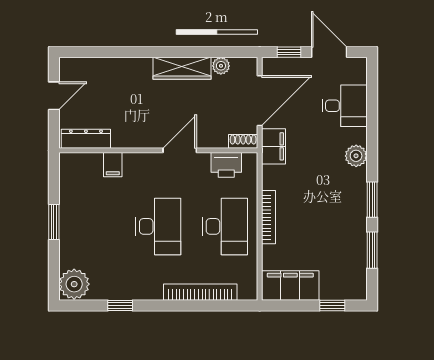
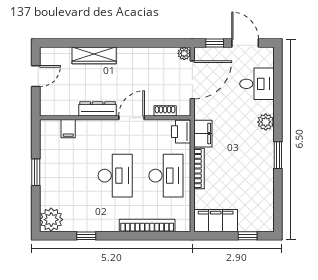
plant: (221, 66) -> (184, 53), moved
wardrobe: (182, 68) -> (94, 55), moved
dresser: (86, 139) -> (98, 109), moved
shoe rack: (243, 141) -> (165, 111), moved
filing cabinet: (273, 146) -> (203, 134), moved
filing cabinet: (113, 165) -> (68, 129), moved
printer: (226, 165) -> (181, 132), moved, turned 90
window: (372, 250) -> (278, 194), removed

